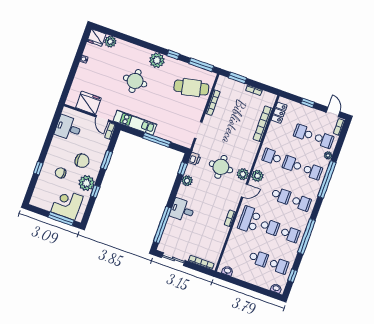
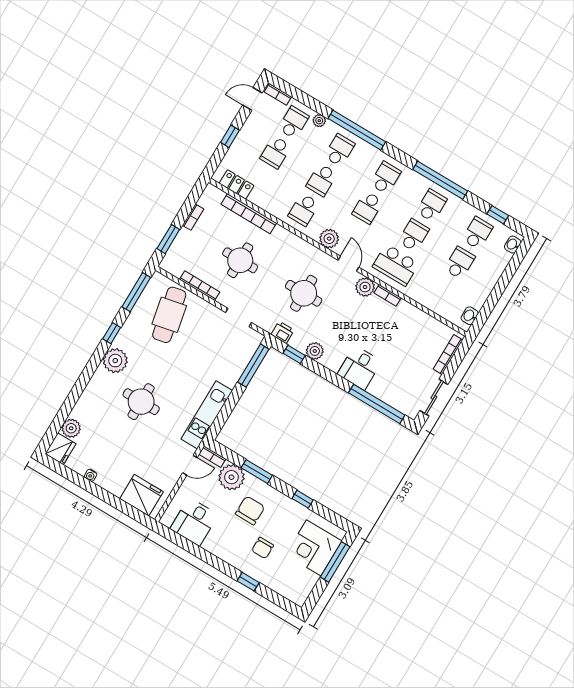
fridge: (88, 103) -> (141, 495), moved, turned 90
round table: (233, 124) -> (240, 260), added
window: (157, 140) -> (253, 366), moved
plant: (243, 174) -> (365, 287), moved
plant: (87, 183) -> (231, 477), moved
school desk: (281, 195) -> (368, 208), turned 180

